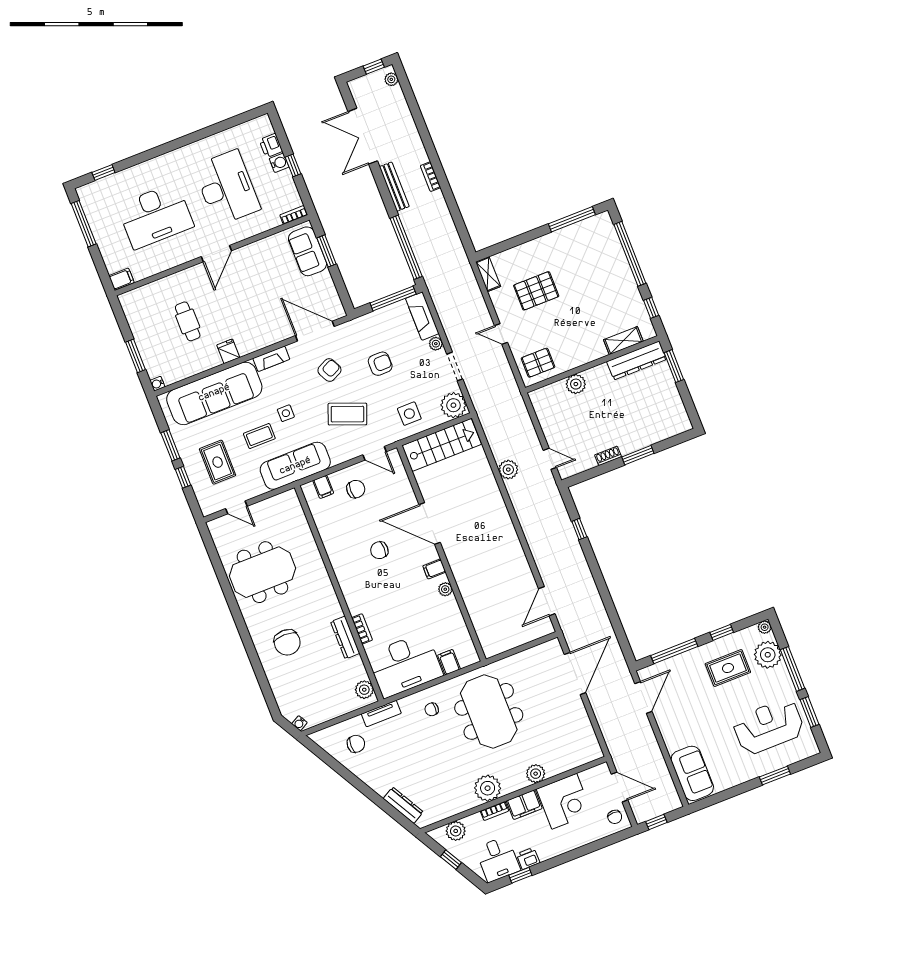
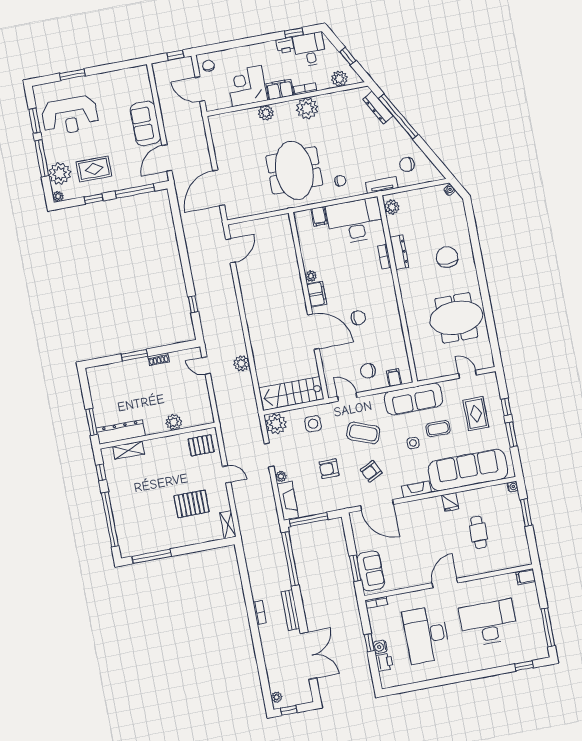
filing cabinet: (434, 569) -> (317, 294), width x2.00
sofa: (692, 773) -> (145, 123), moved
window: (377, 799) -> (398, 116), added

